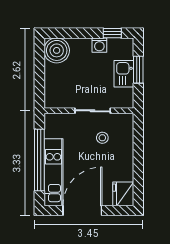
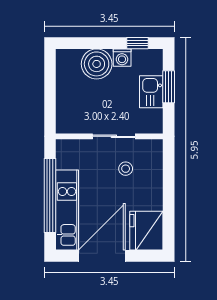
boiler: (57, 50) -> (97, 64), moved
fridge: (123, 194) -> (146, 231), width x1.36, depth x1.34

